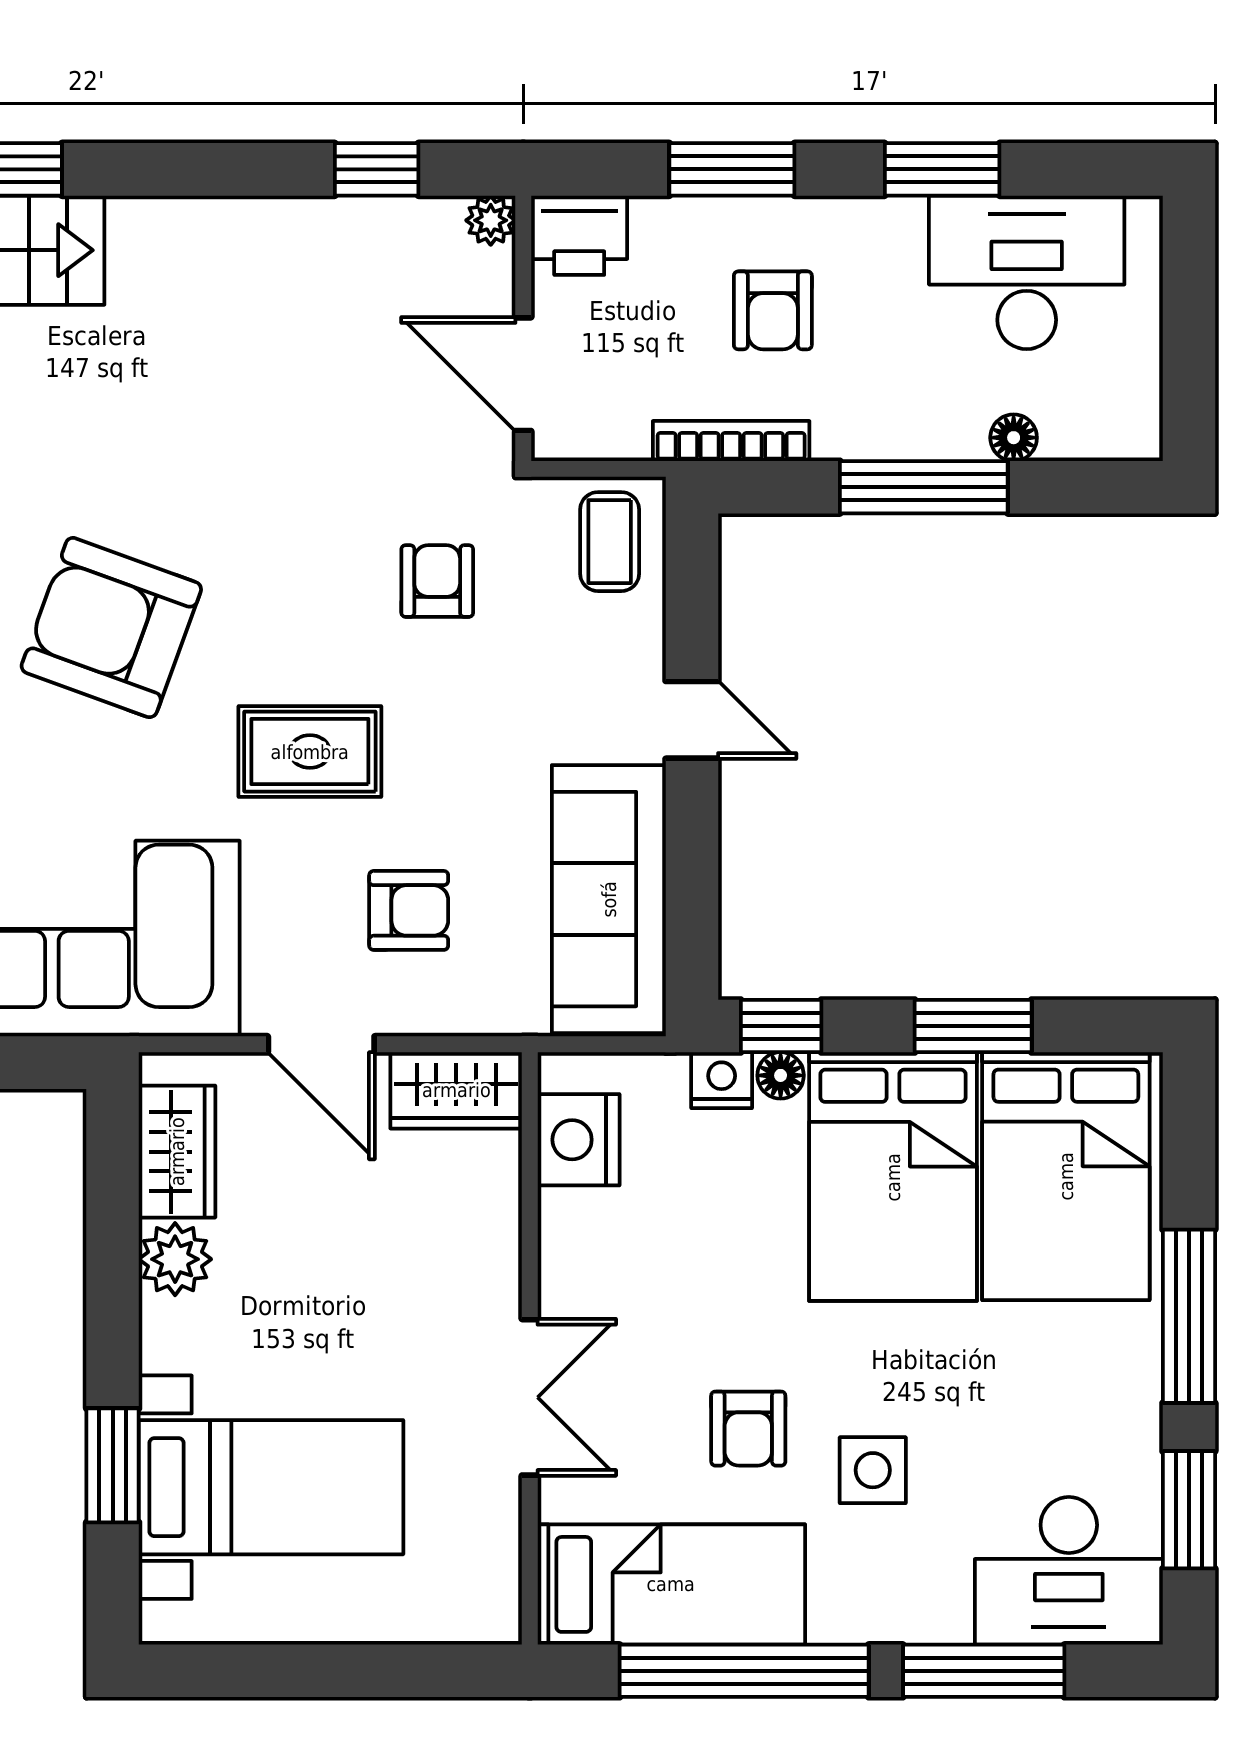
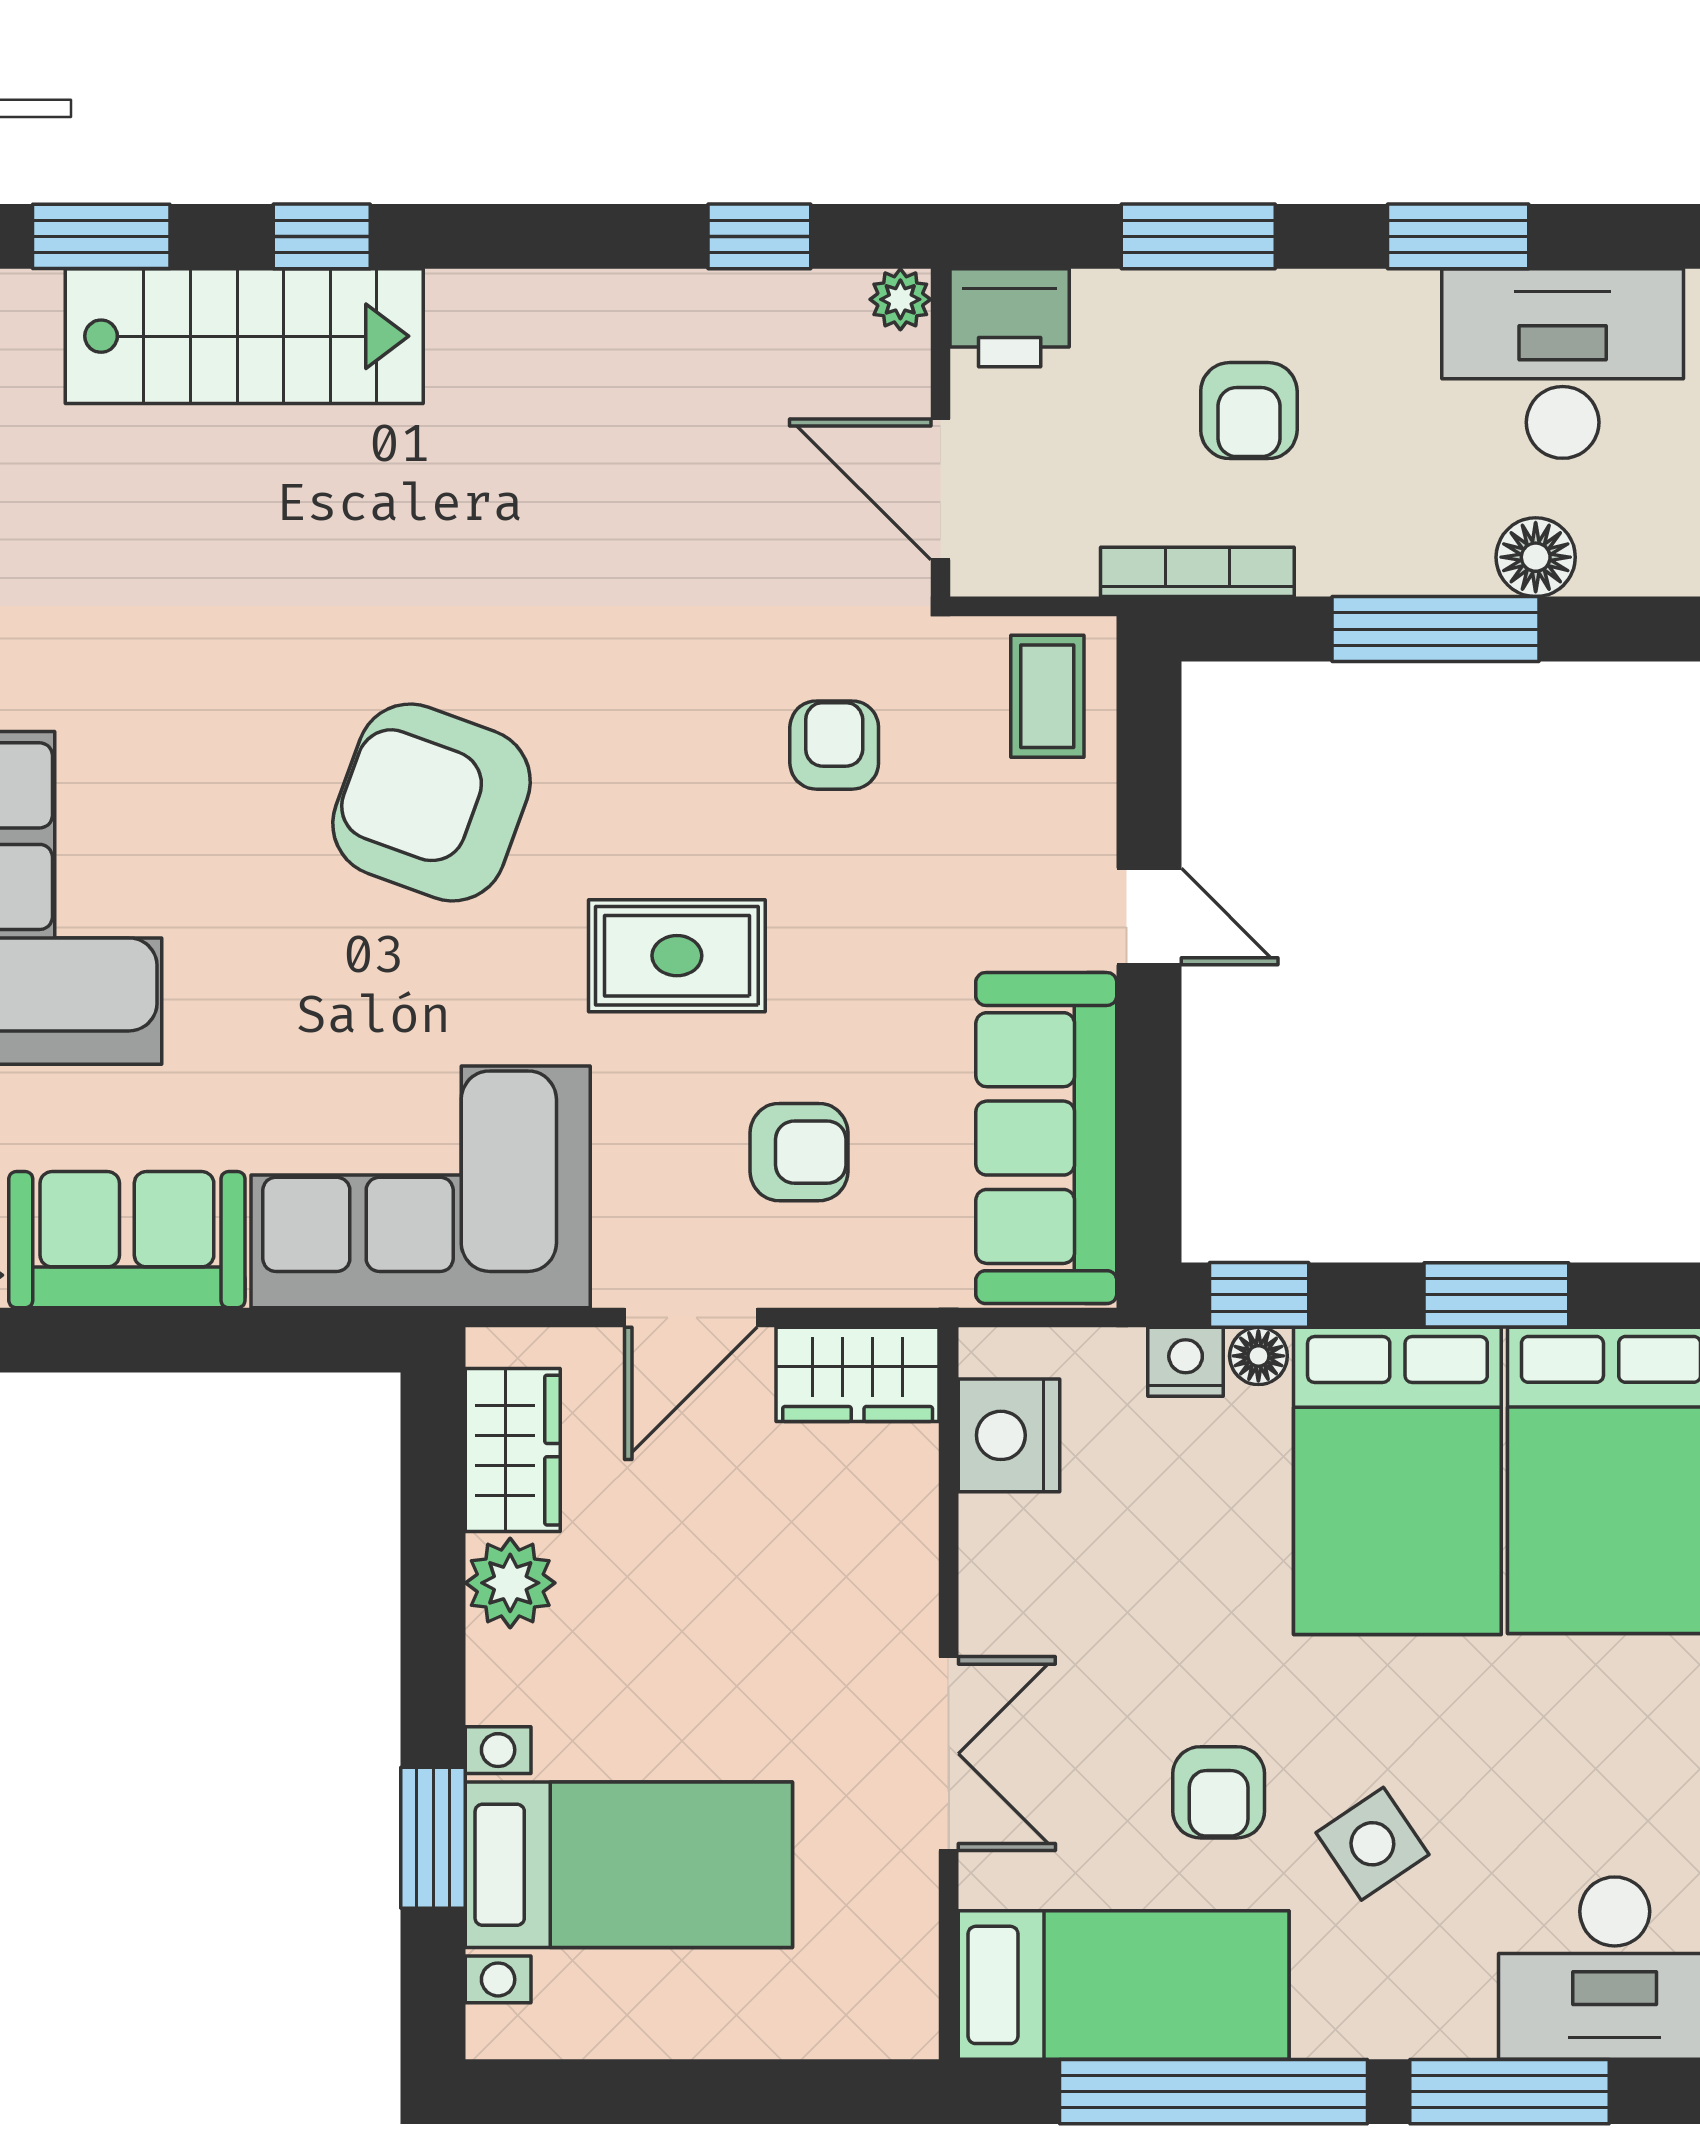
floor lamp: (1014, 438) -> (1536, 557), width x1.37, depth x1.37
door: (321, 1044) -> (691, 1318), hinge flipped
side table: (873, 1470) -> (1372, 1844), turned -34

